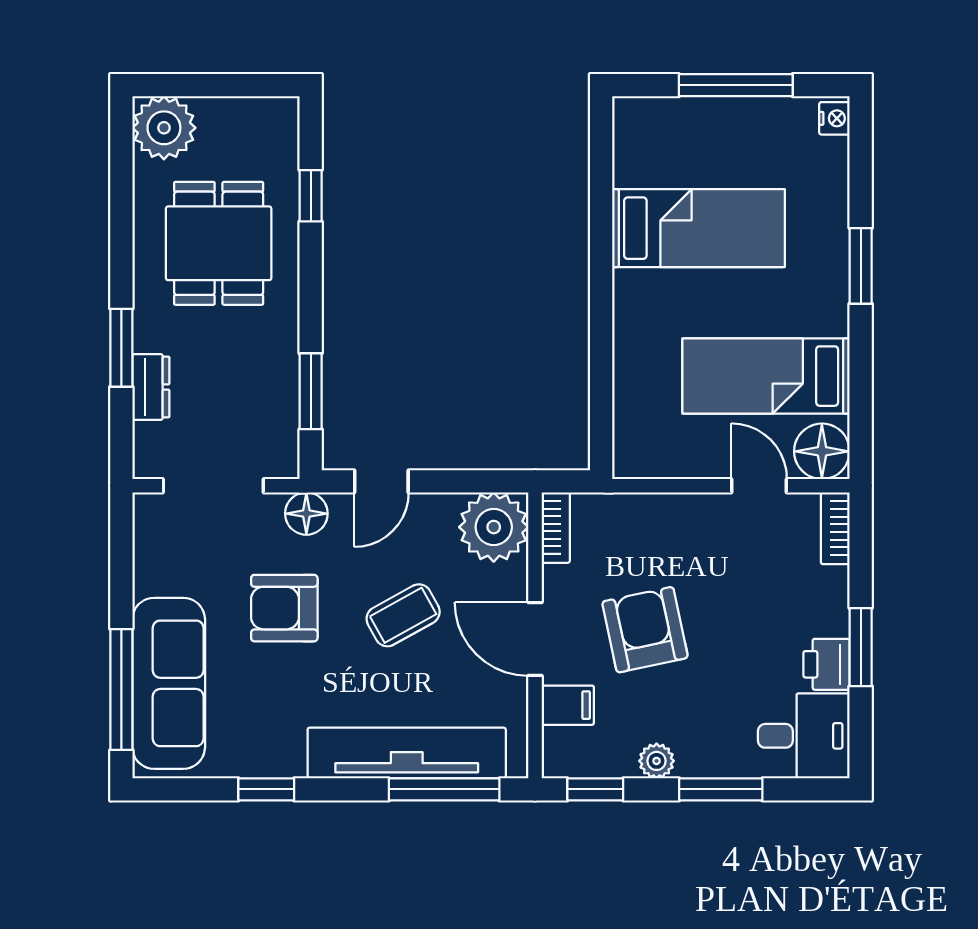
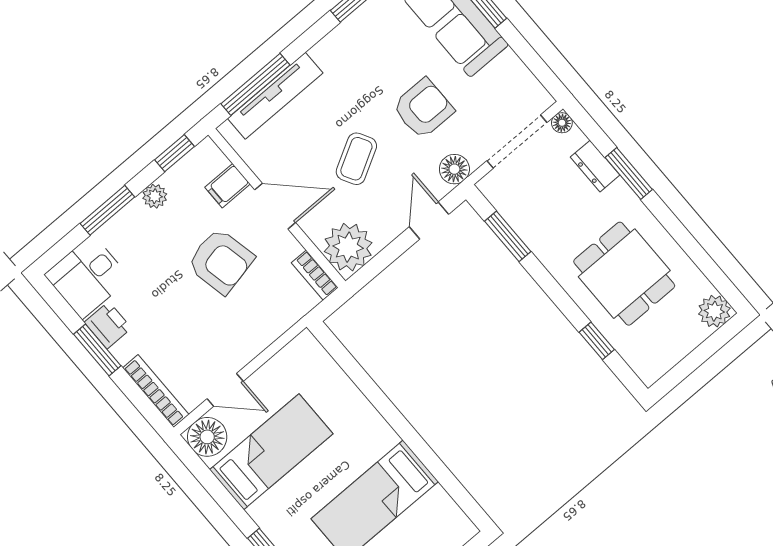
plant: (164, 128) -> (714, 311), width x0.73, depth x0.73
floor lamp: (147, 465) -> (562, 123), added
bookcase: (835, 528) -> (156, 391), width x1.56
tv unit: (407, 753) -> (275, 96), width x0.73, depth x0.78

